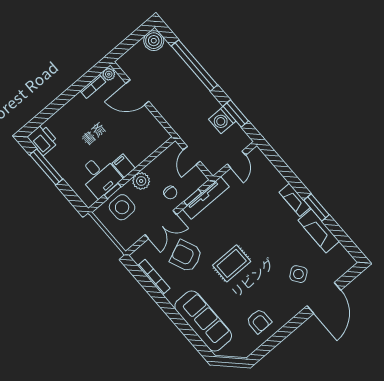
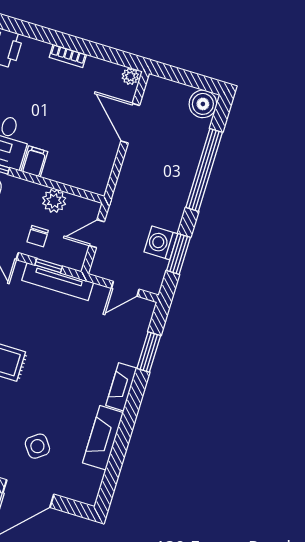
bookcase: (93, 86) -> (68, 56), moved
plant: (141, 181) -> (54, 201), moved
window: (317, 207) -> (149, 352), moved

